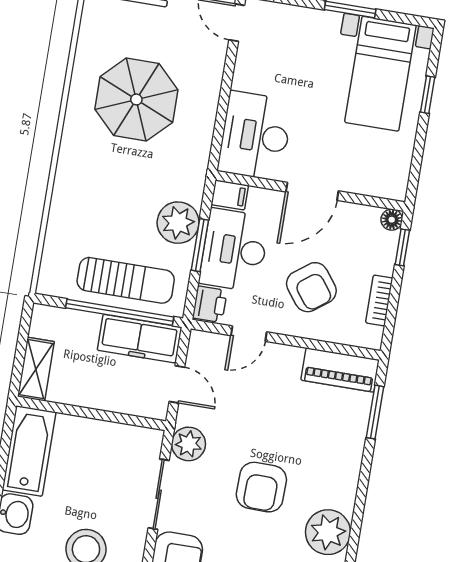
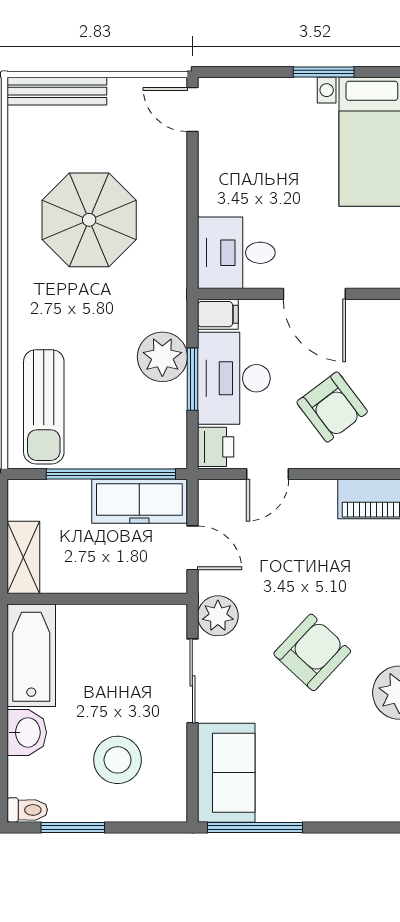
desk: (255, 136) -> (236, 253), width x0.73
door: (312, 191) -> (314, 294), hinge flipped
sun lounger: (126, 280) -> (44, 407), moved, turned 90
armchair: (261, 487) -> (312, 652), turned -138

